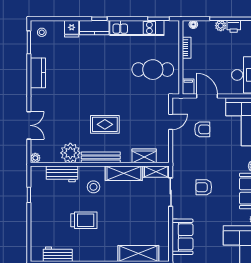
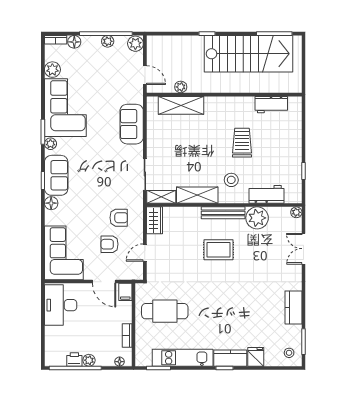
wardrobe: (144, 156) -> (154, 220), moved, turned -90
armchair: (204, 187) -> (119, 218), moved
trolley: (84, 220) -> (242, 143), turned 90

